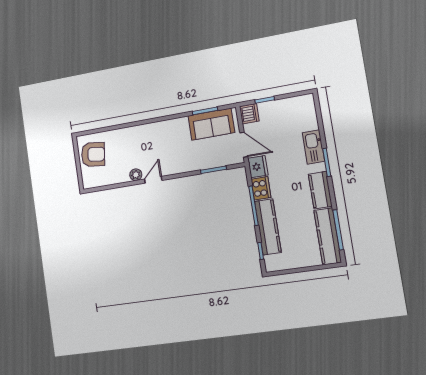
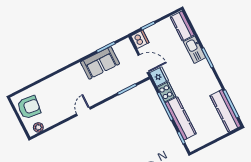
sofa: (211, 124) -> (100, 63), moved
plant: (136, 175) -> (38, 127), moved
kitchen counter: (320, 190) -> (182, 26), moved

